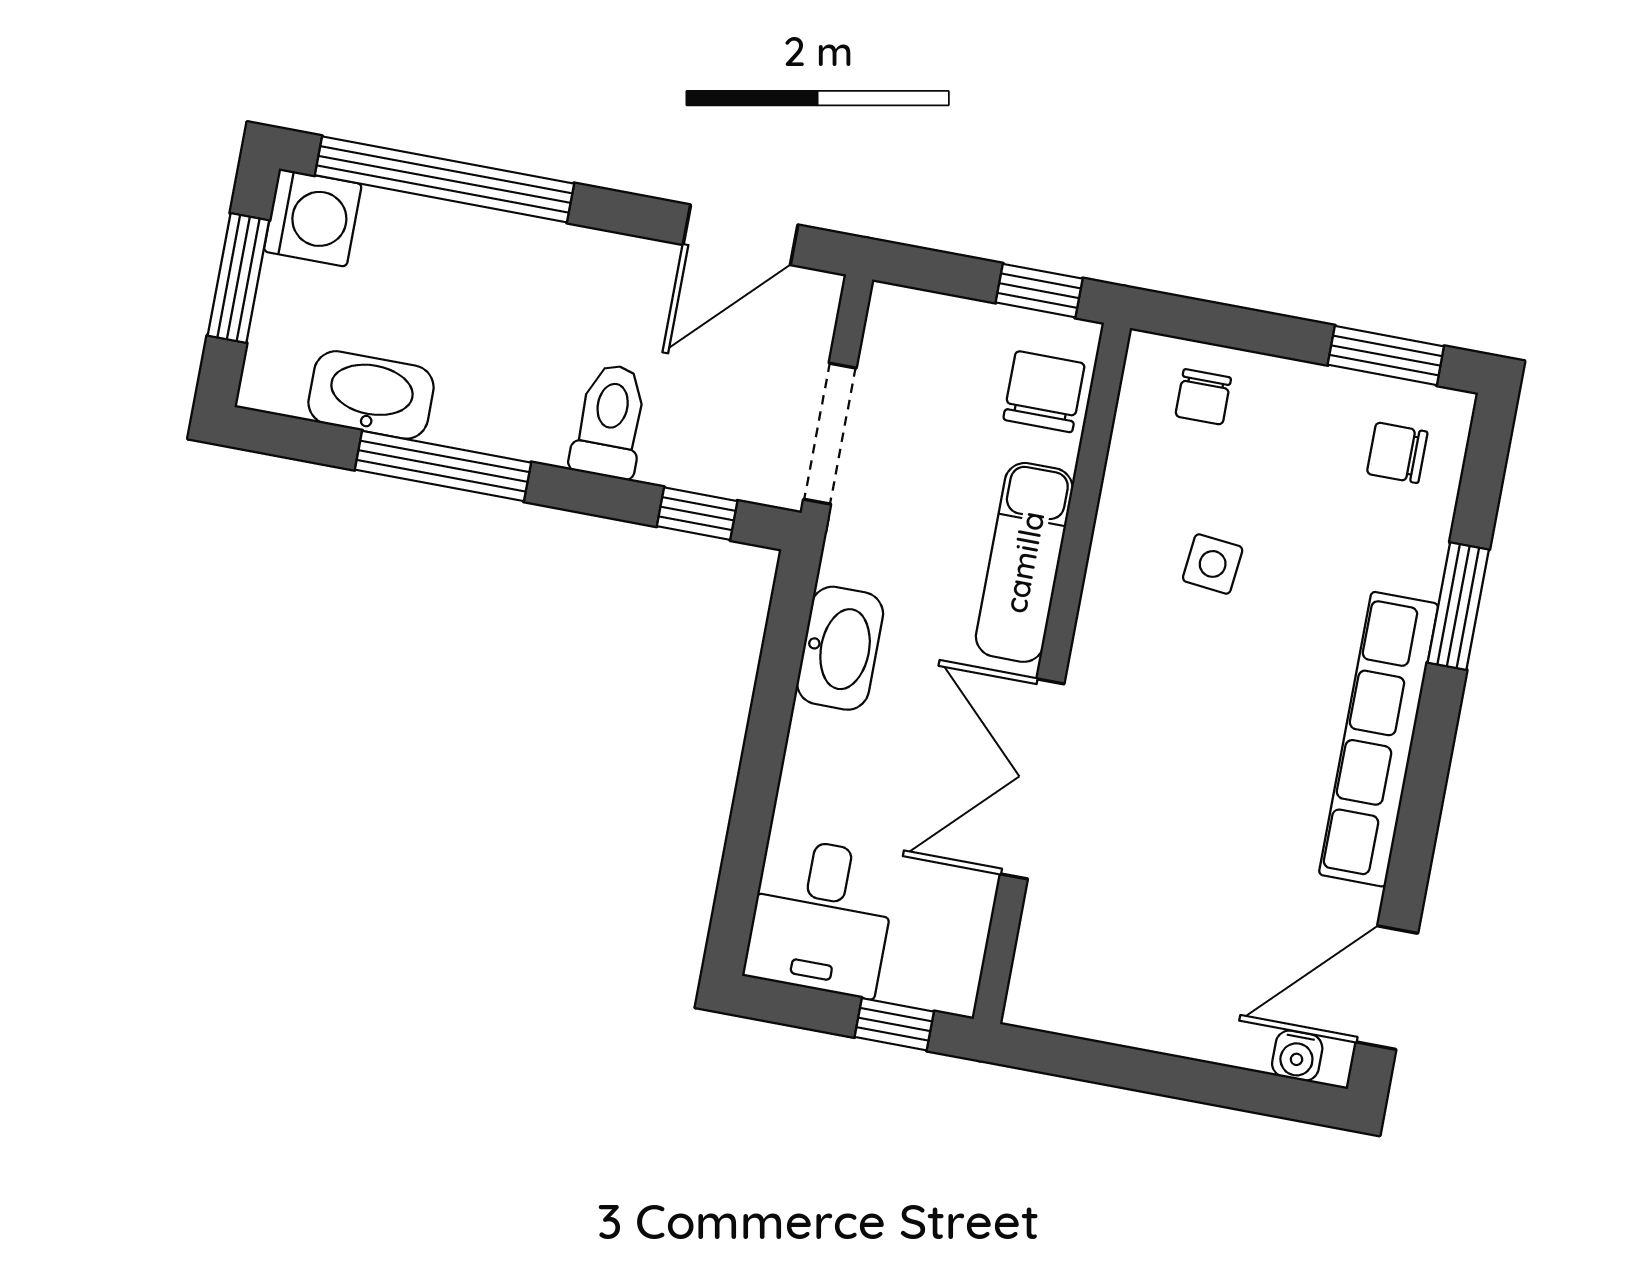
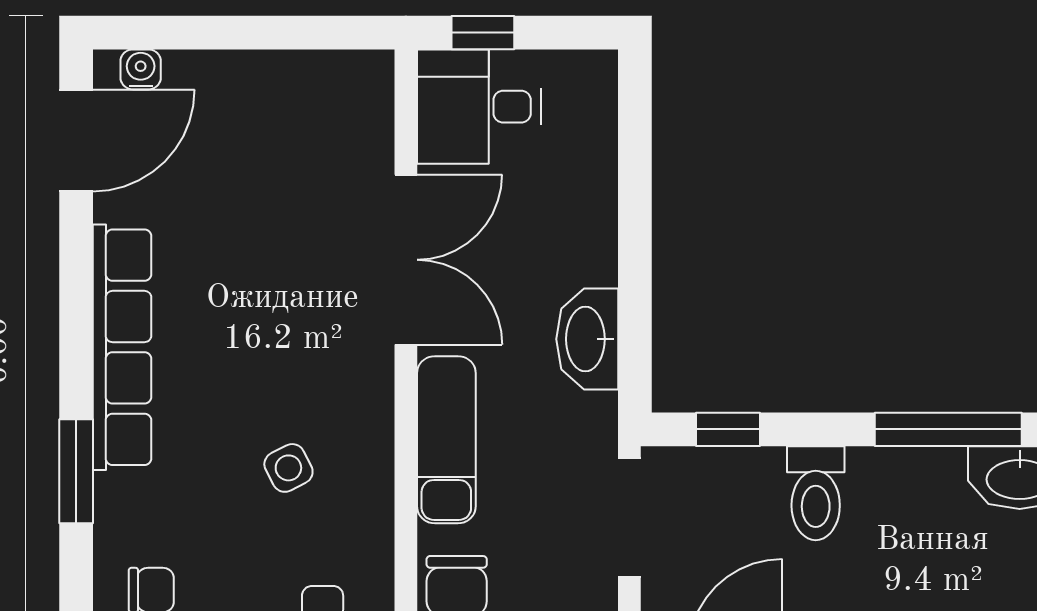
side table: (1213, 564) -> (288, 468), turned -33
desk: (821, 917) -> (479, 107), moved, turned -90

